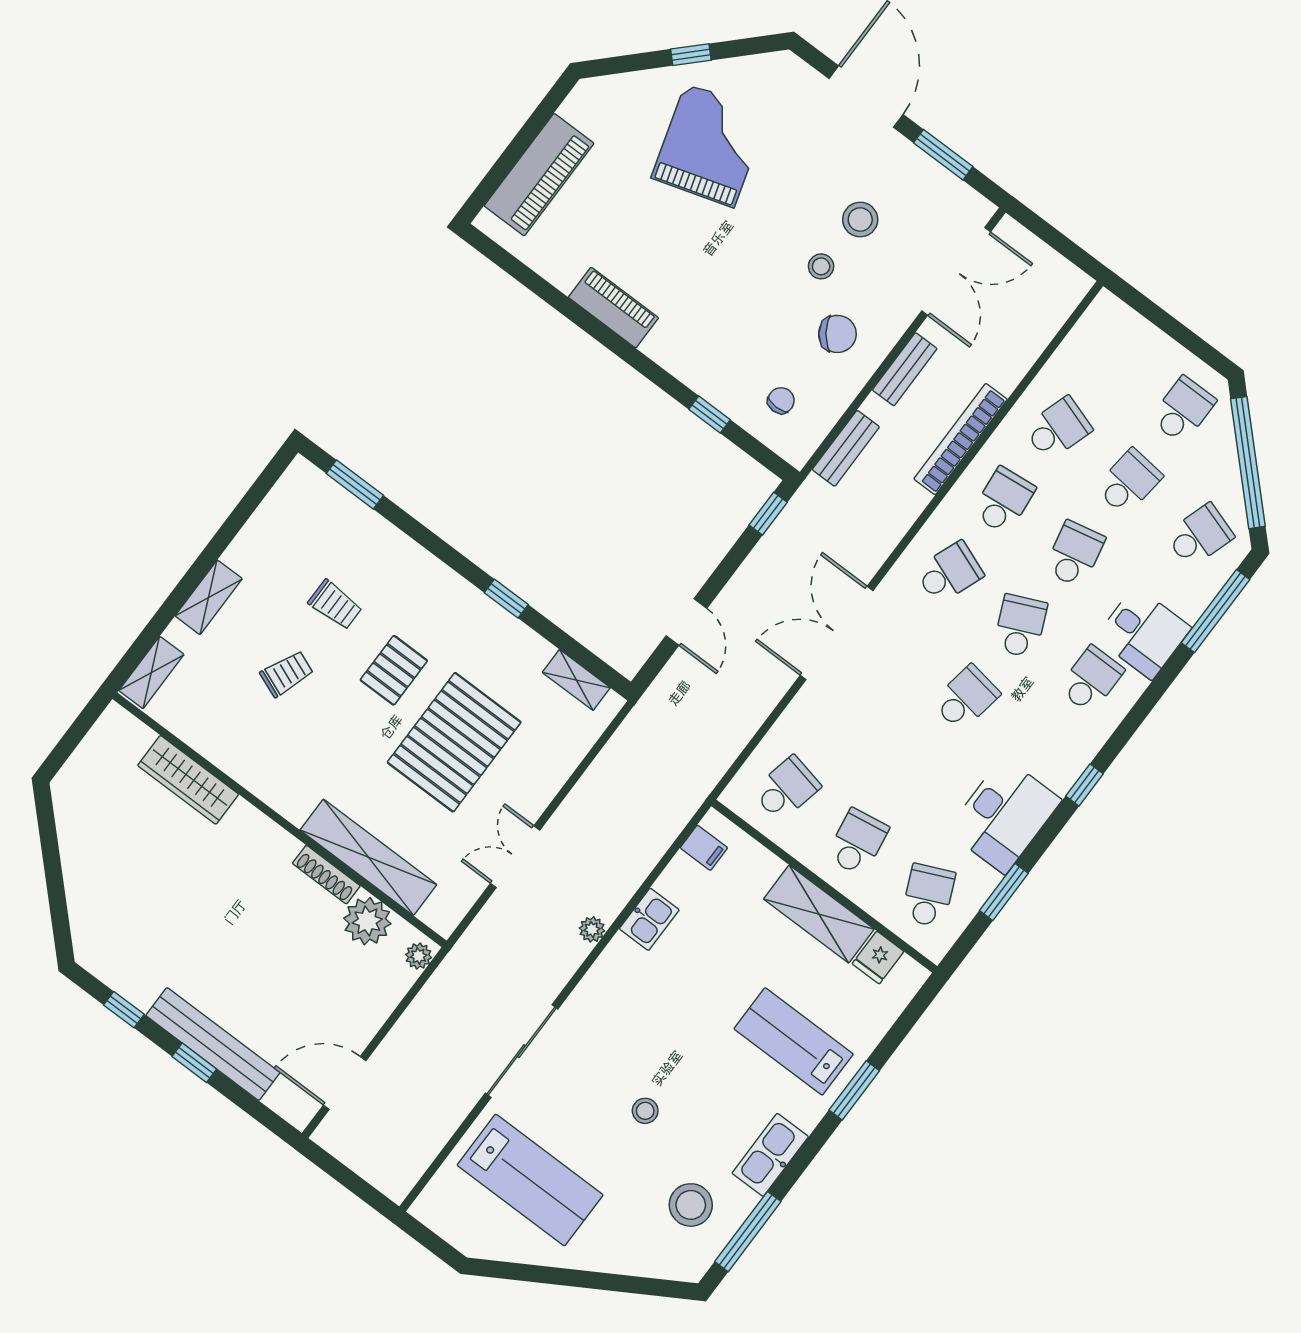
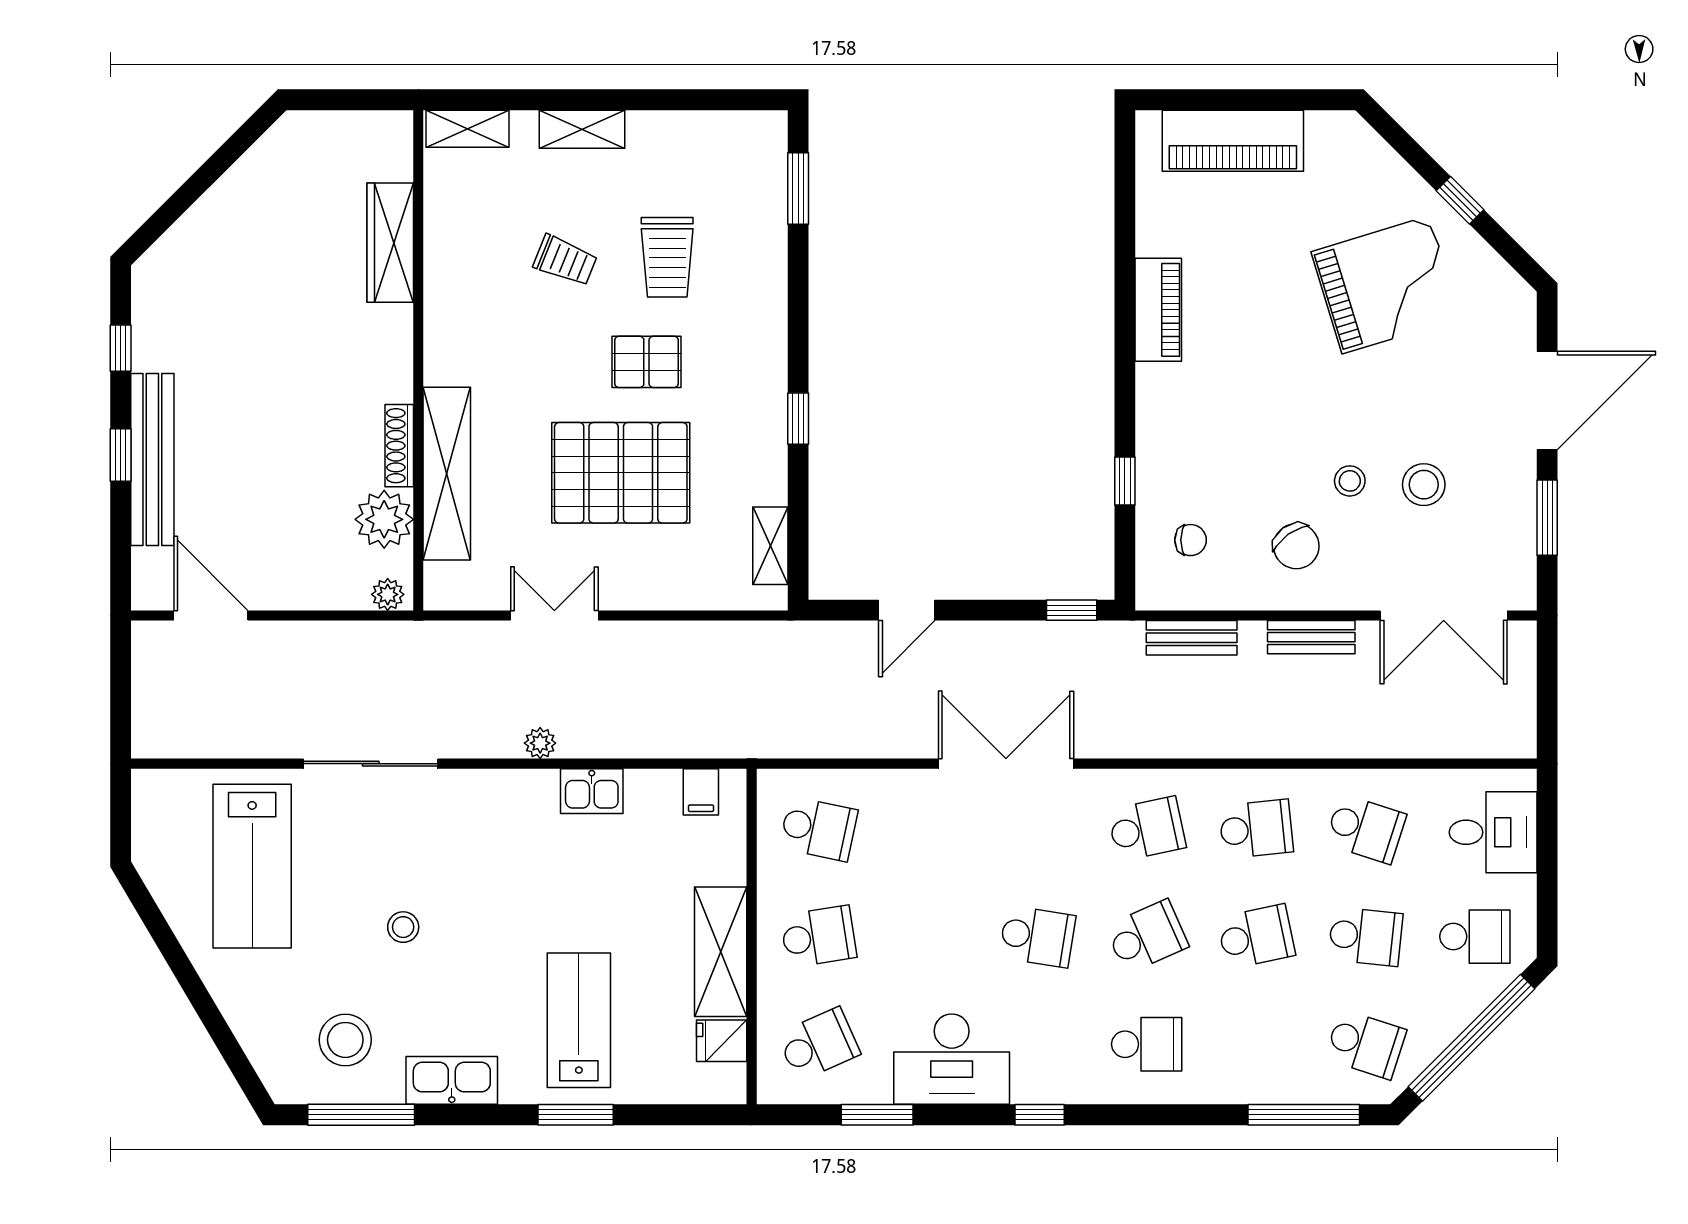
bookcase: (961, 439) -> (1284, 742), removed
school desk: (949, 573) -> (1147, 829), turned -33
trolley: (335, 605) -> (667, 257), width x1.36, depth x1.39
desk: (1143, 633) -> (1493, 832), moved, turned -90

